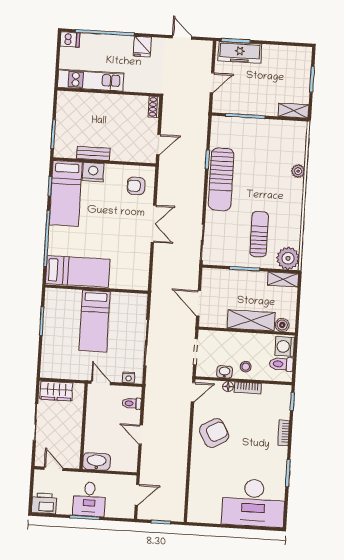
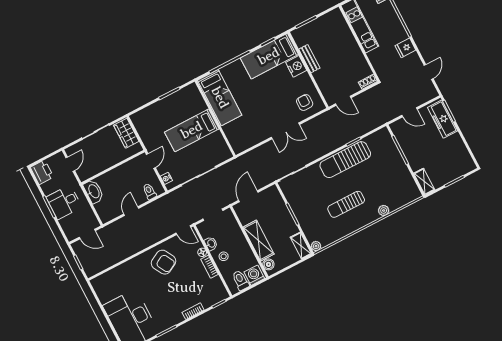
sun lounger: (259, 234) -> (346, 204), moved, turned 180
plant: (288, 258) -> (316, 246), width x0.53, depth x0.53

